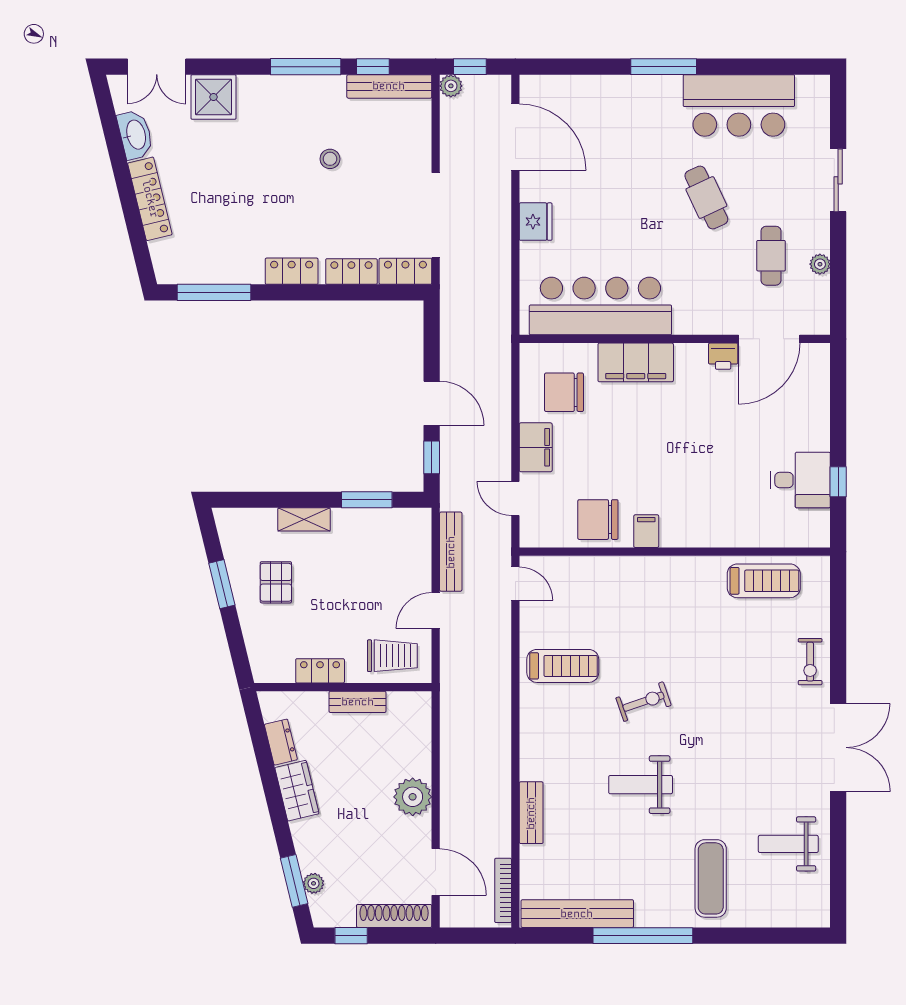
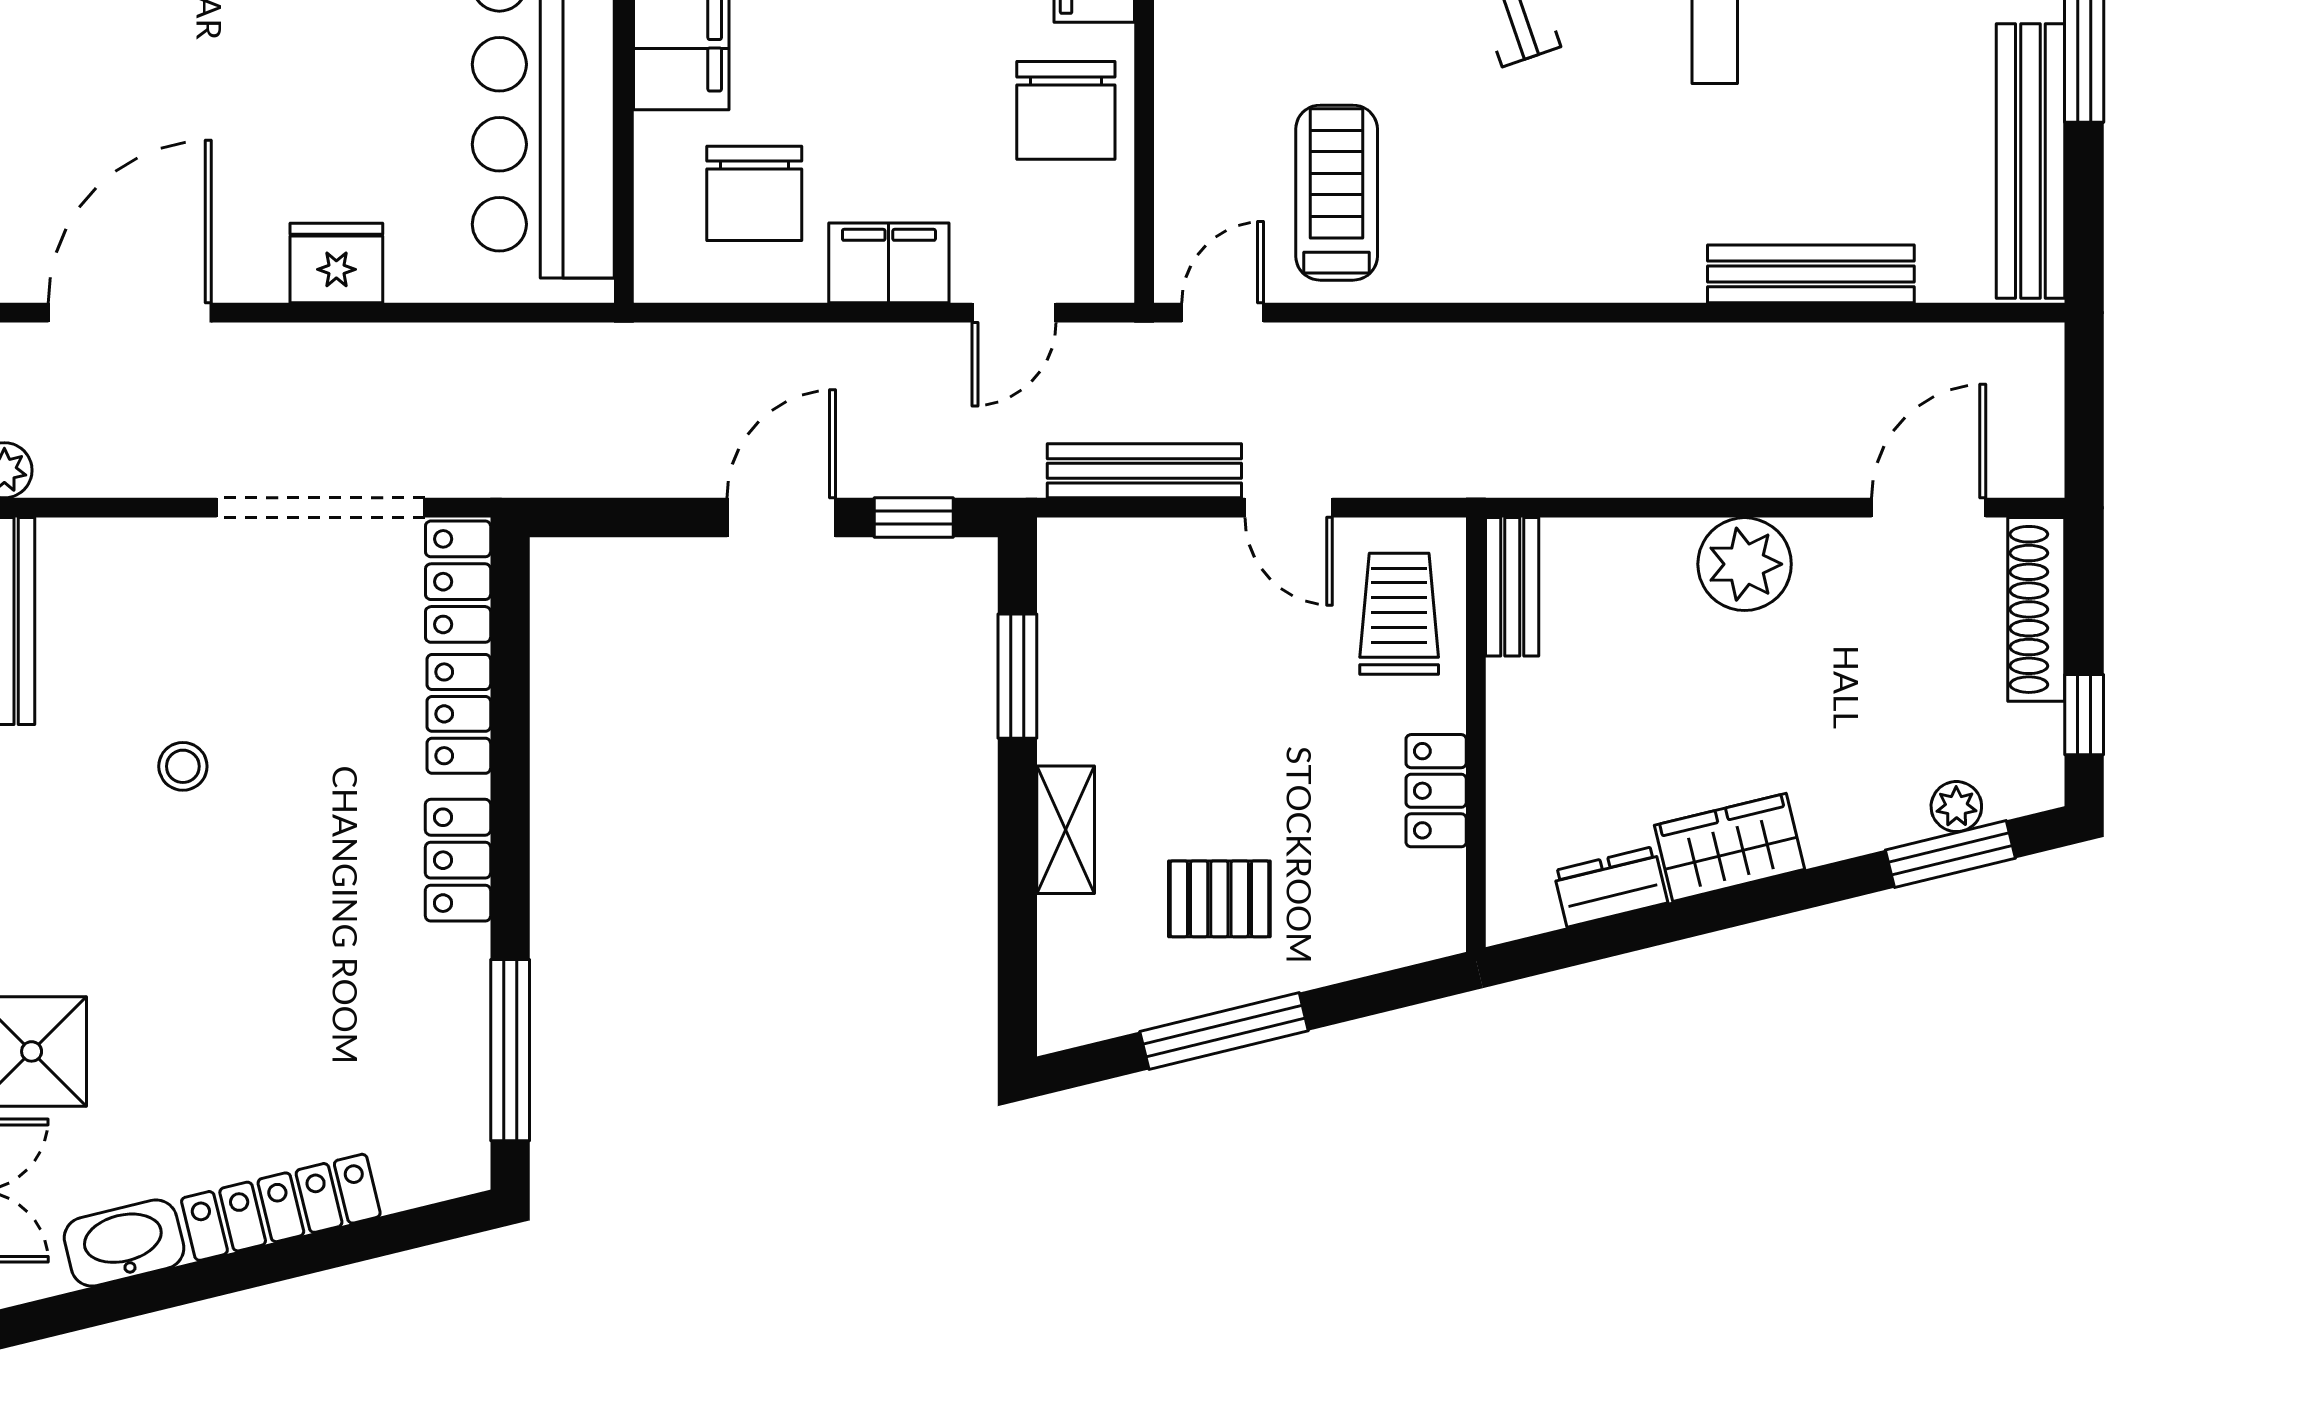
window: (222, 584) -> (1224, 1031), width x1.44
treadmill: (563, 666) -> (1337, 193), moved
bench: (358, 702) -> (1512, 587), moved
bench: (531, 813) -> (1811, 274), width x1.36
bookcase: (503, 890) -> (1974, 343), removed

